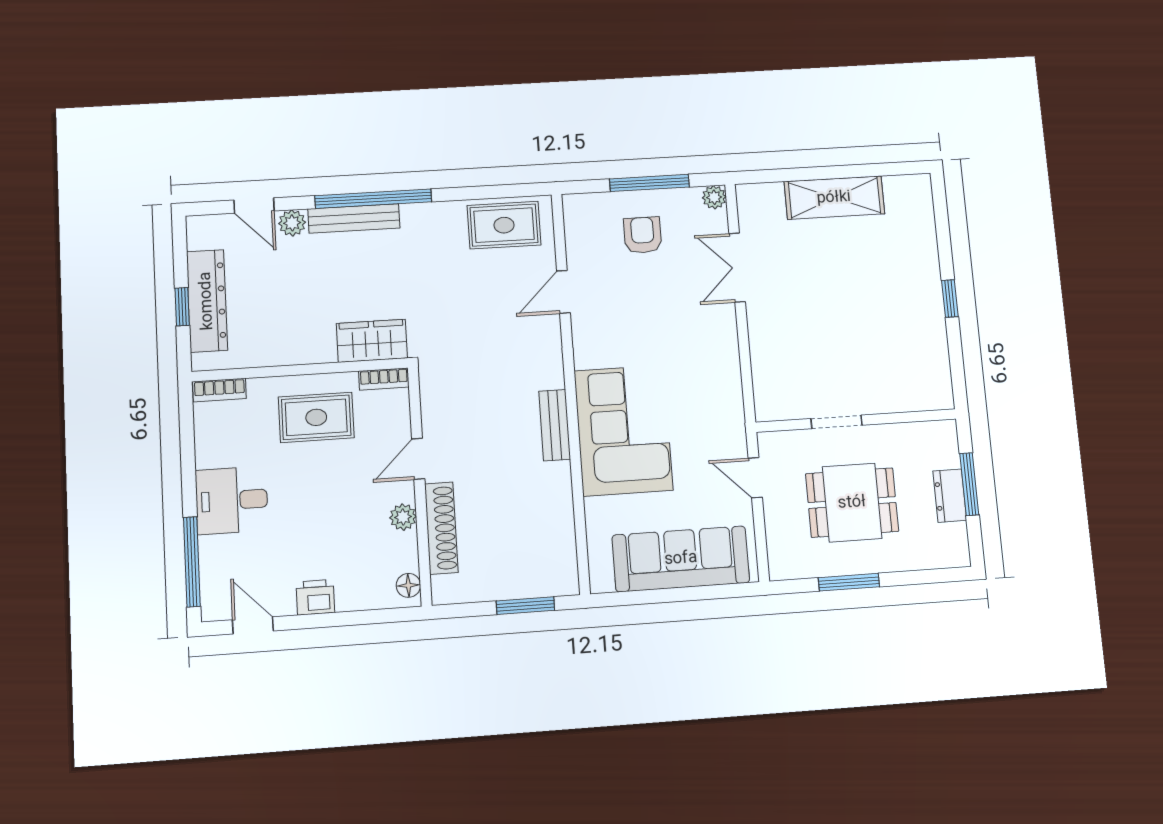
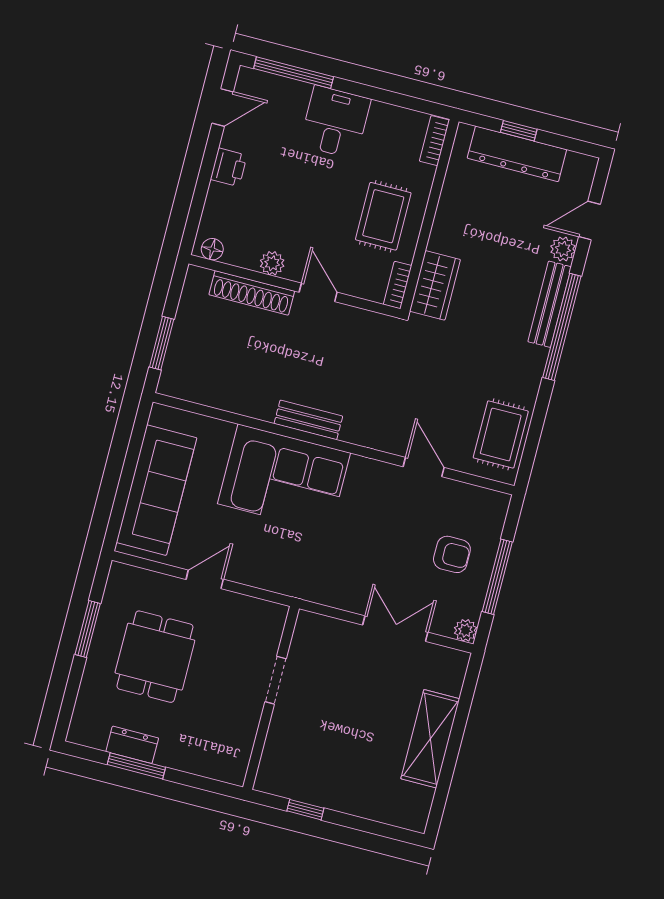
wall: (856, 421) -> (271, 698), moved
doorway: (837, 422) -> (276, 680), moved

